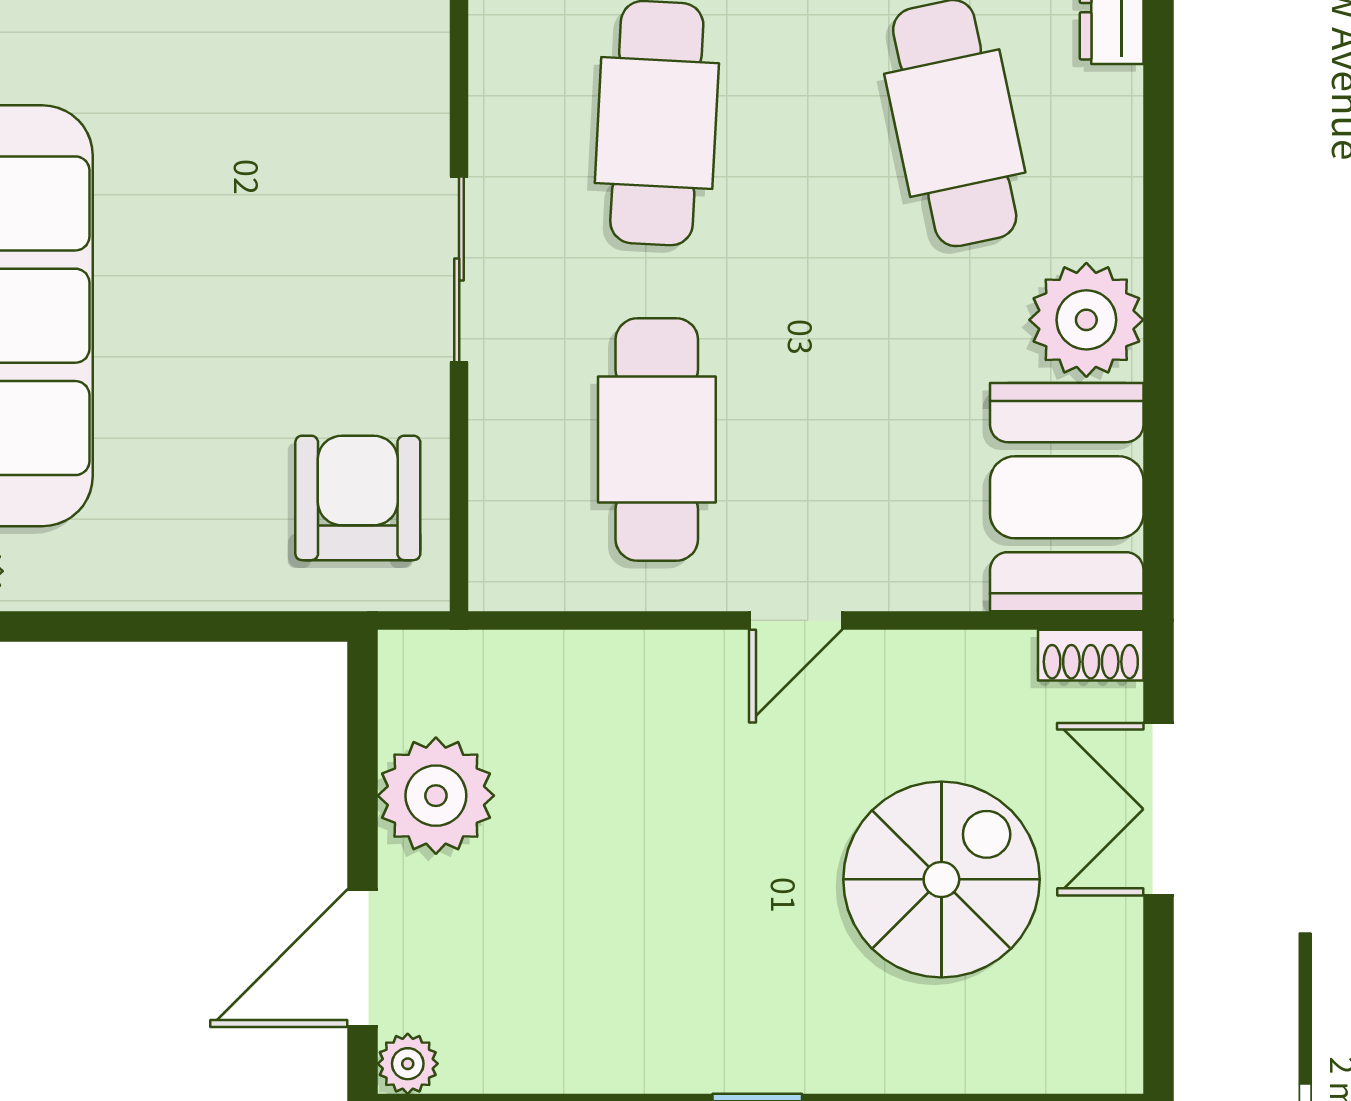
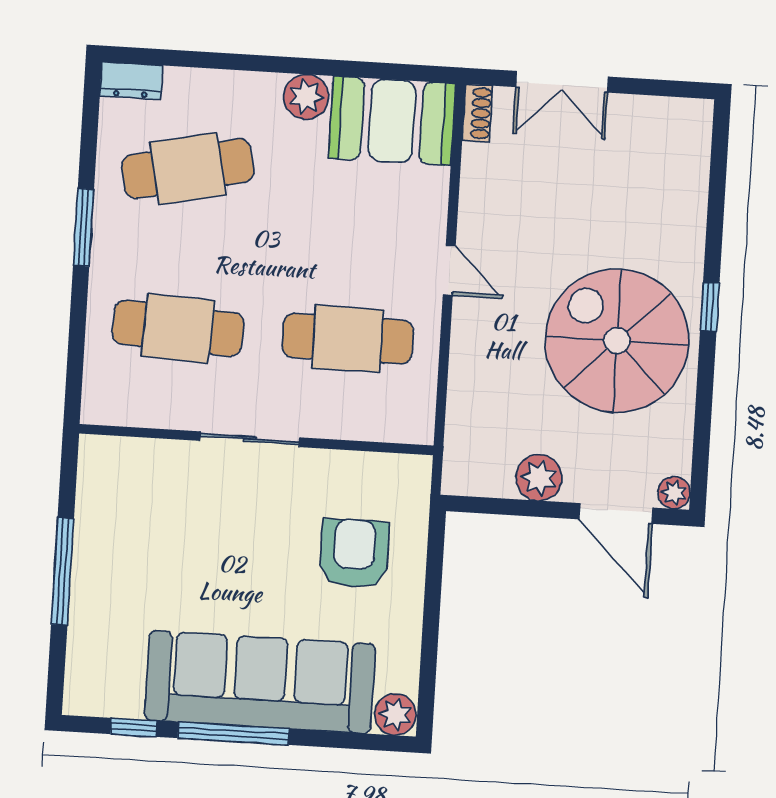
plant: (1086, 320) -> (306, 97), width x0.73, depth x0.73
armchair: (358, 498) -> (354, 554), moved, turned 90
plant: (436, 796) -> (539, 478), width x0.73, depth x0.73
spiral stairs: (941, 879) -> (617, 341), moved, width x1.37, depth x1.37

